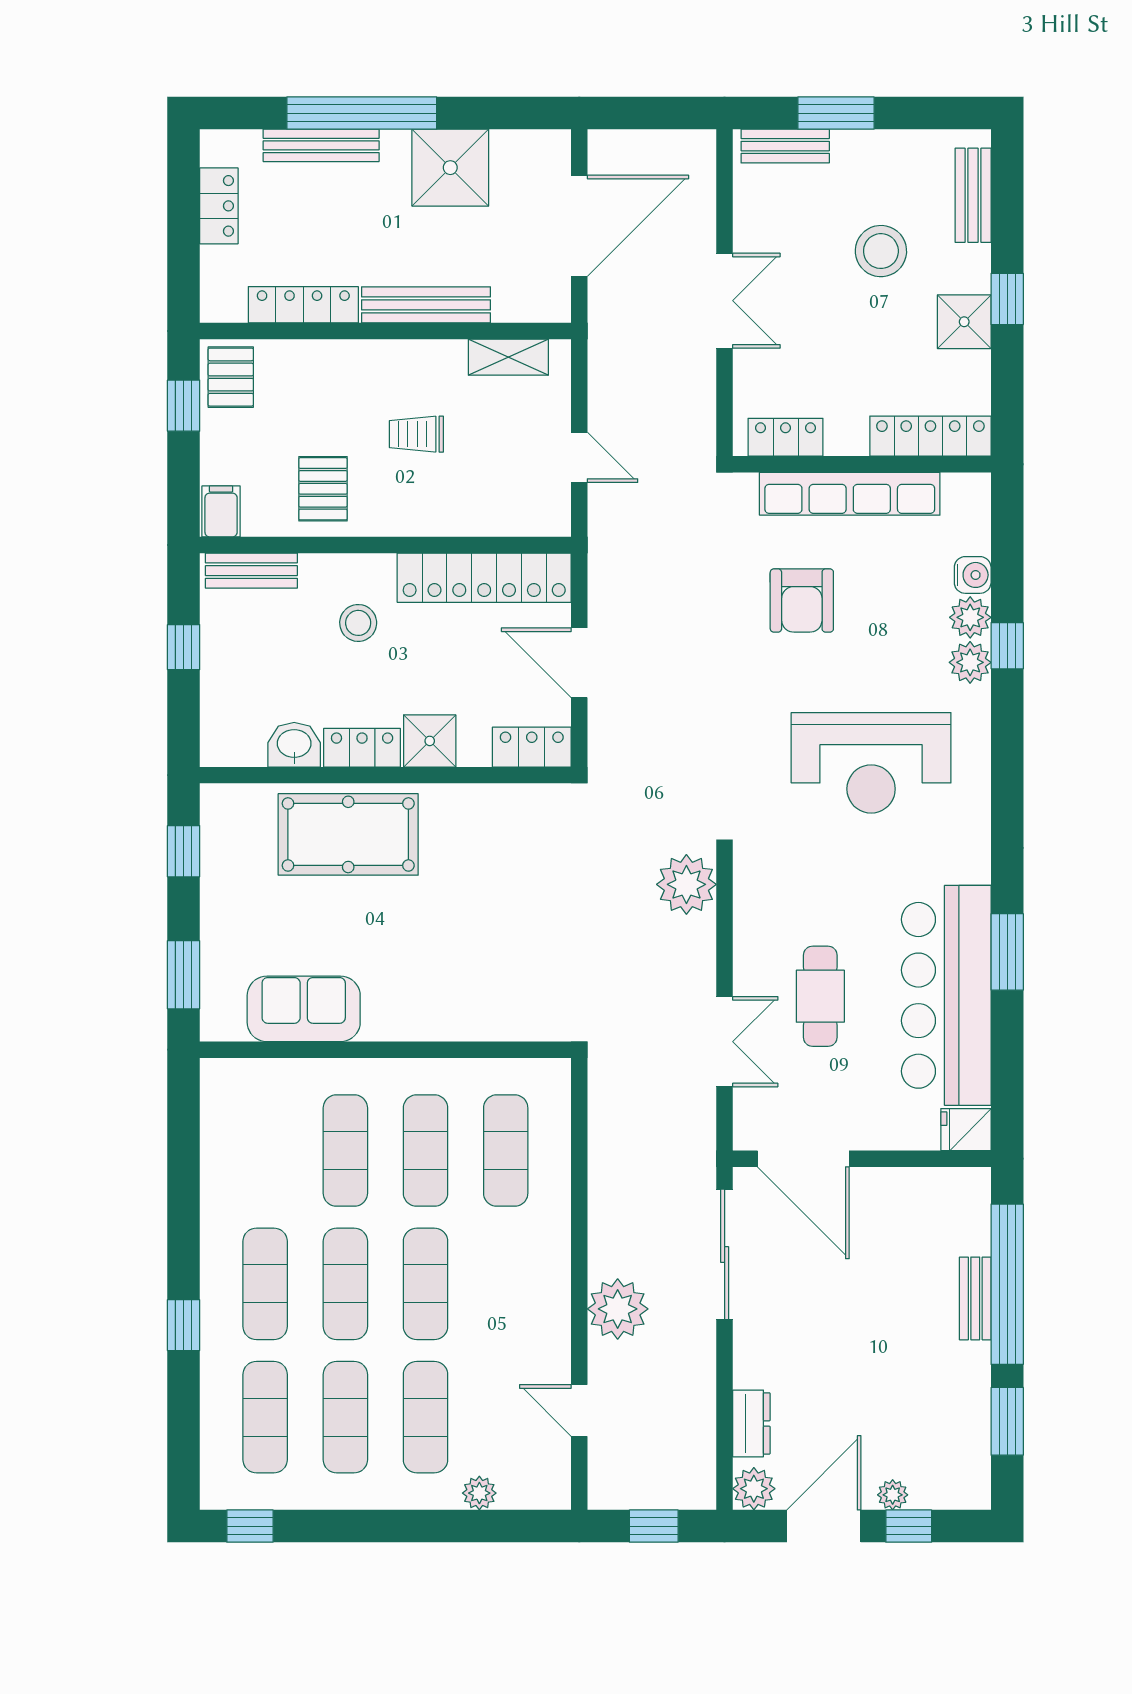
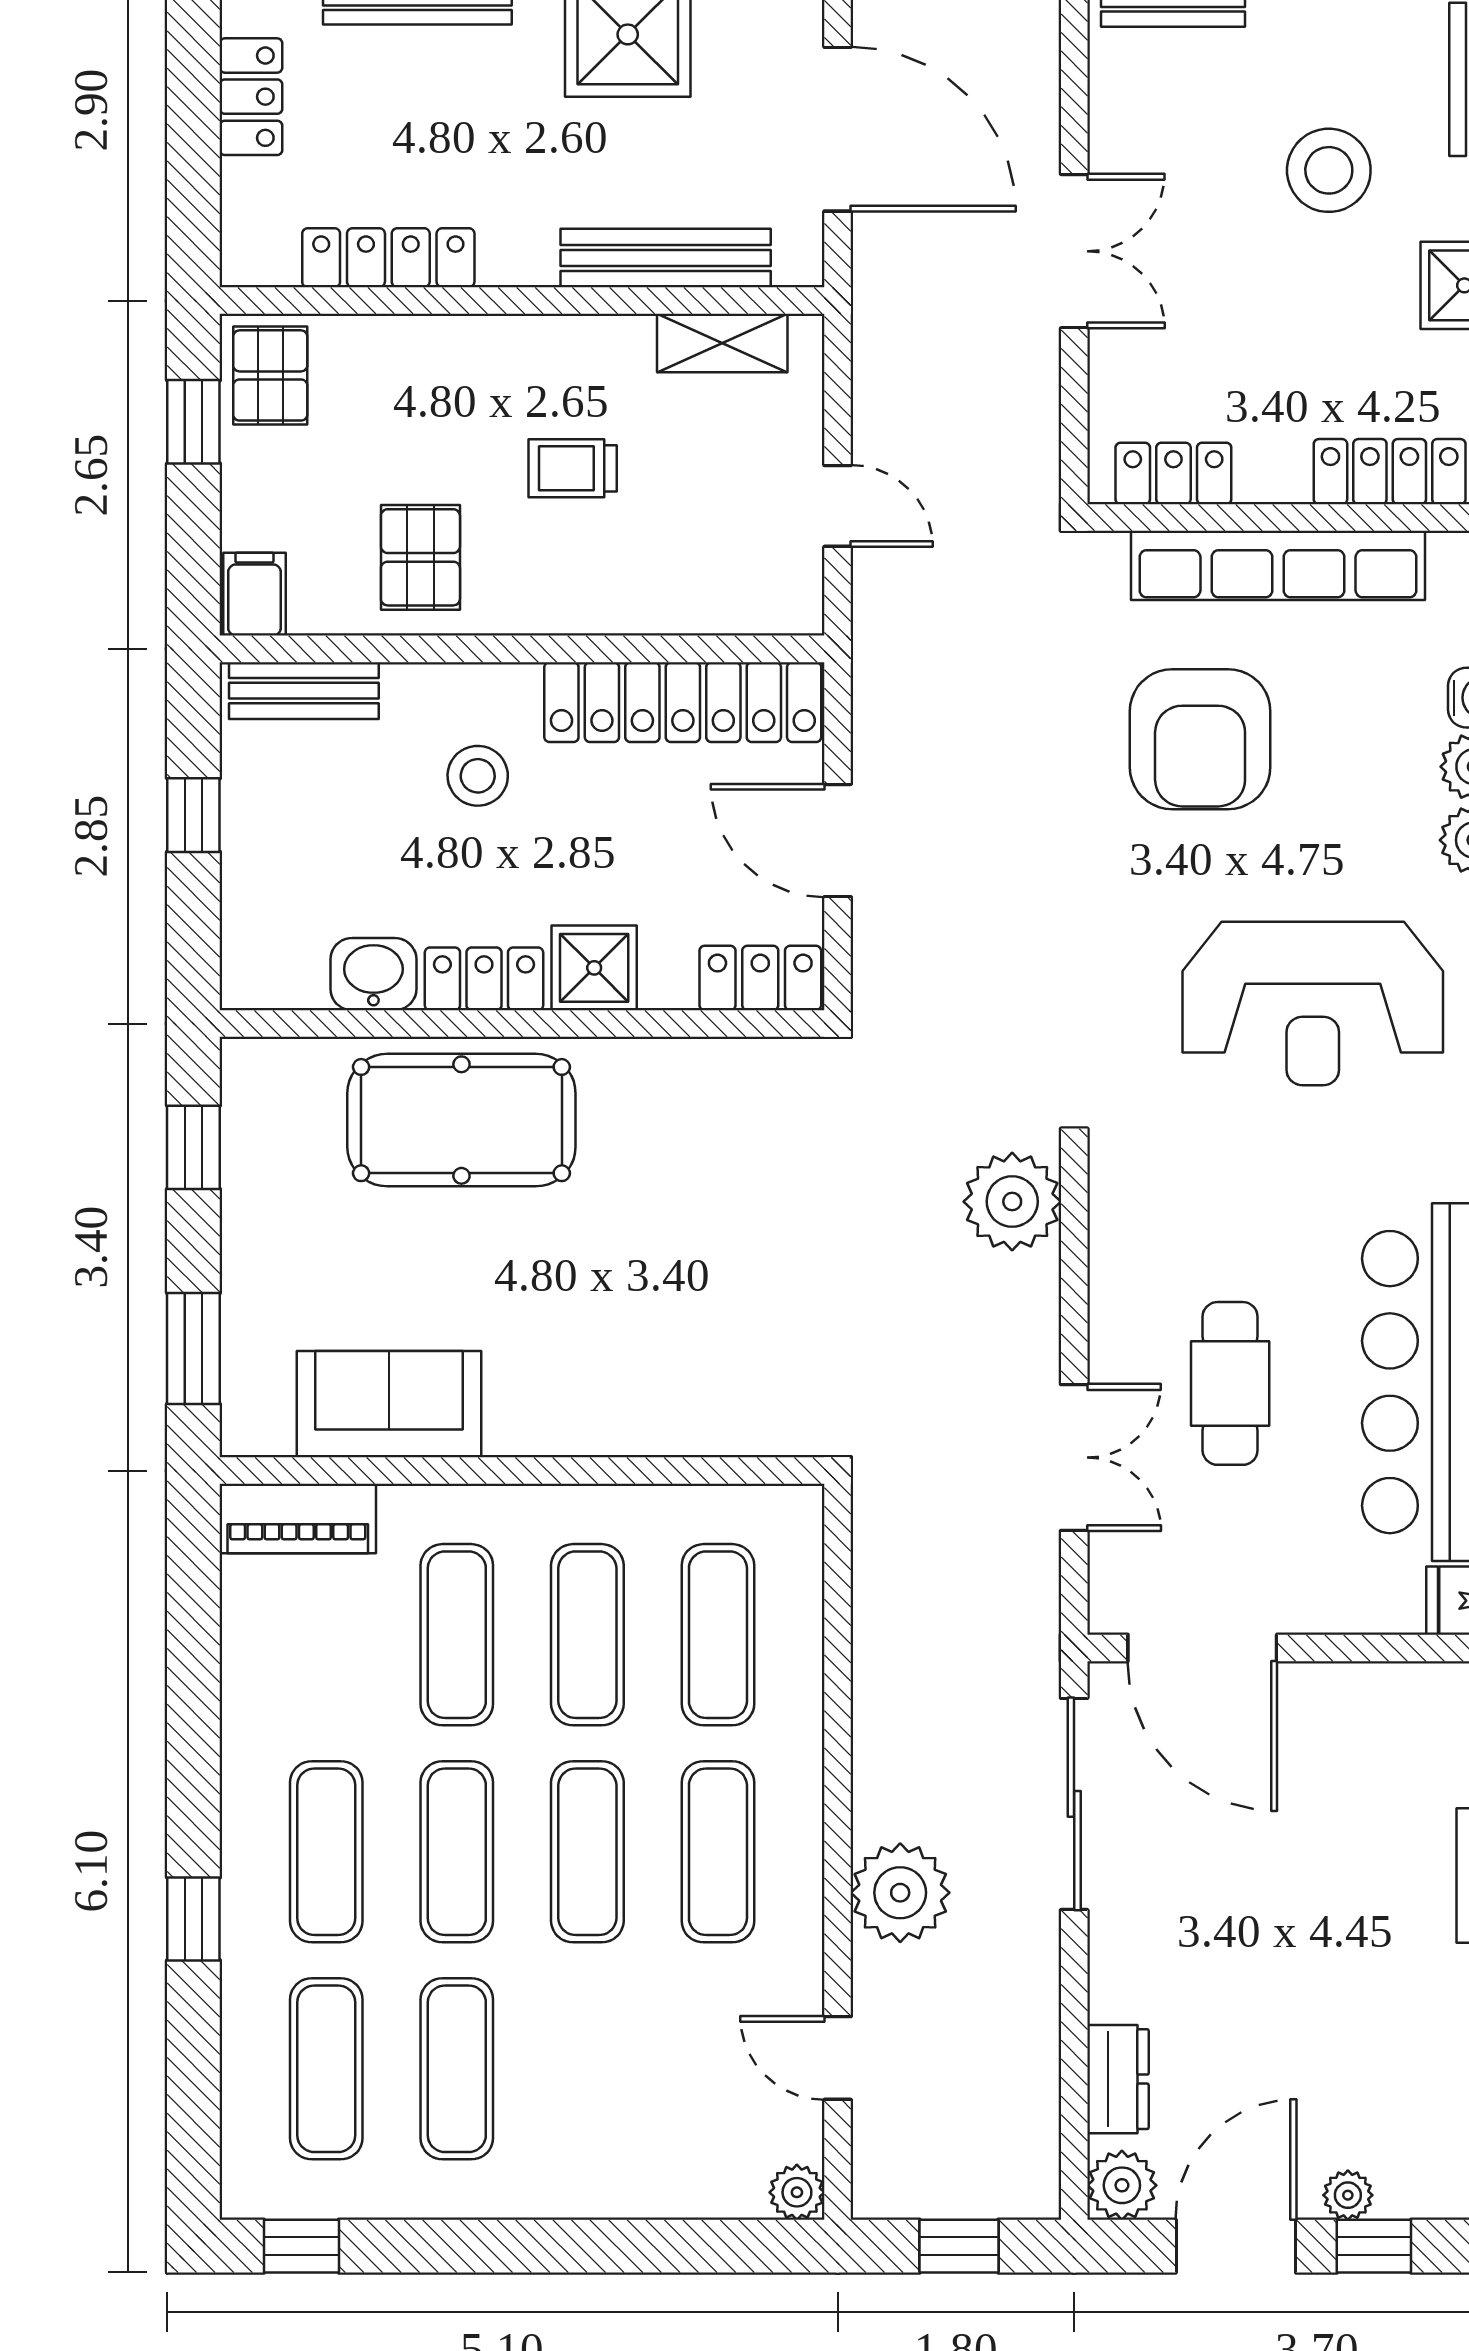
door: (579, 226) -> (838, 129), hinge flipped
bench: (426, 305) -> (666, 258), moved
armchair: (802, 601) -> (1200, 739), width x1.36, depth x1.36
piano: (248, 1079) -> (298, 1519), added
exercise mat: (426, 1417) -> (718, 1852), moved
plant: (479, 1493) -> (797, 2192), moved

